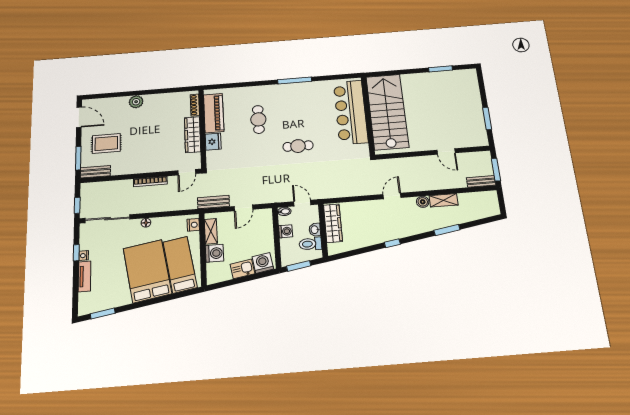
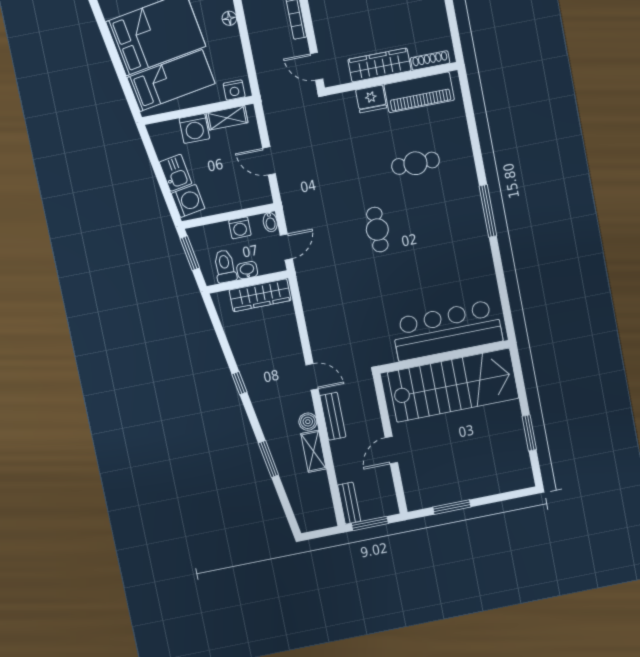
bar counter: (351, 112) -> (447, 330), moved
stairs: (387, 112) -> (453, 385), moved
wall: (368, 115) -> (444, 357), moved
bench: (213, 202) -> (333, 416), moved

